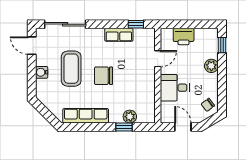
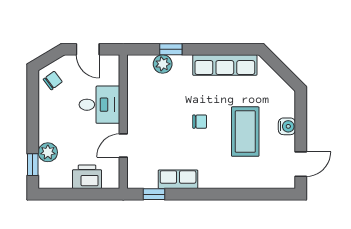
sliding door: (65, 24) -> (254, 194), removed
door: (32, 46) -> (301, 164), hinge flipped
plant: (211, 66) -> (48, 152), moved
chair: (104, 76) -> (200, 122), width x0.54, depth x0.54

